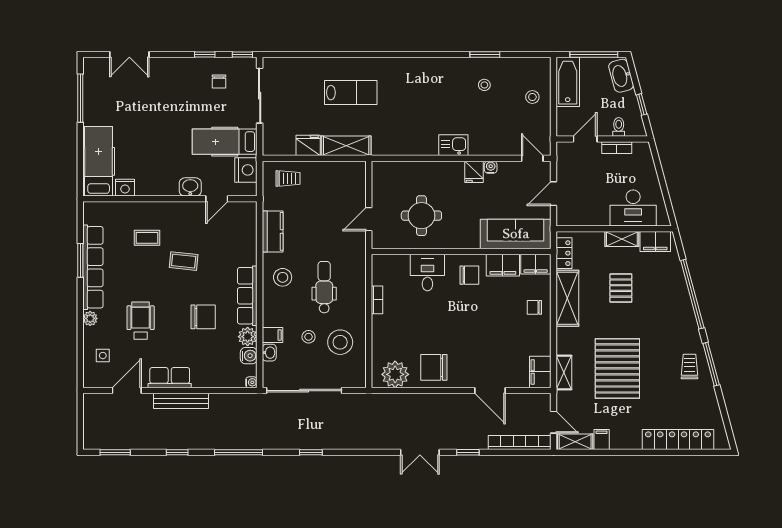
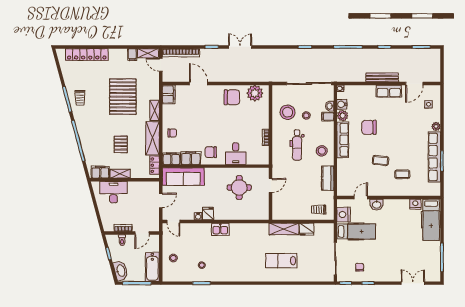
wheelchair: (141, 321) -> (406, 125), removed
shelving: (564, 372) -> (155, 110), moved

